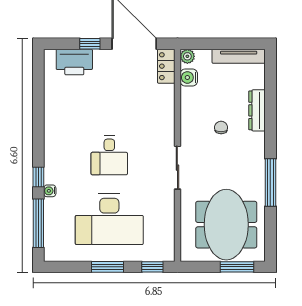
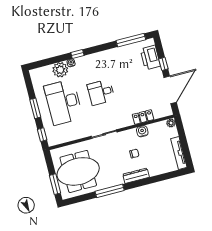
locker: (166, 66) -> (143, 117), moved
water cooler: (189, 77) -> (142, 131), moved
dresser: (257, 110) -> (136, 176), moved
plant: (56, 211) -> (60, 70), added
window: (38, 223) -> (131, 40), moved

